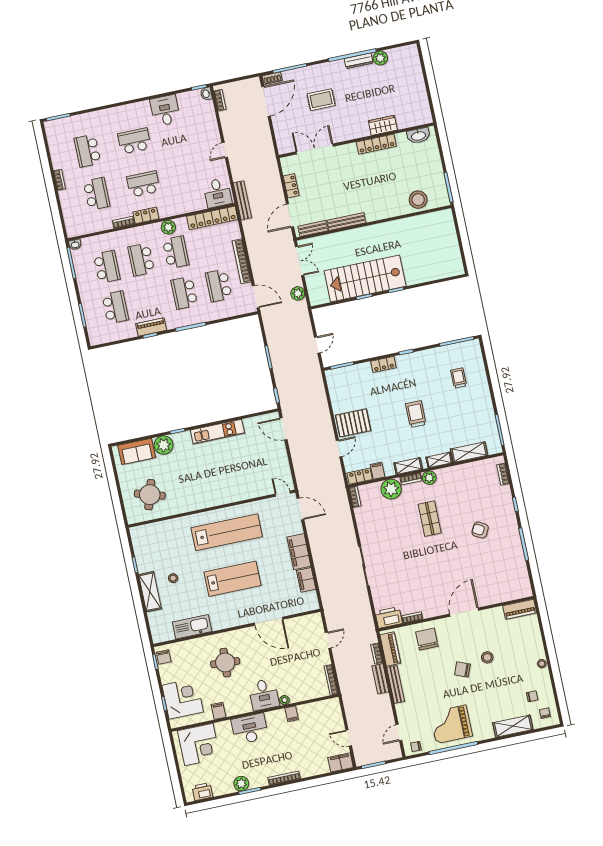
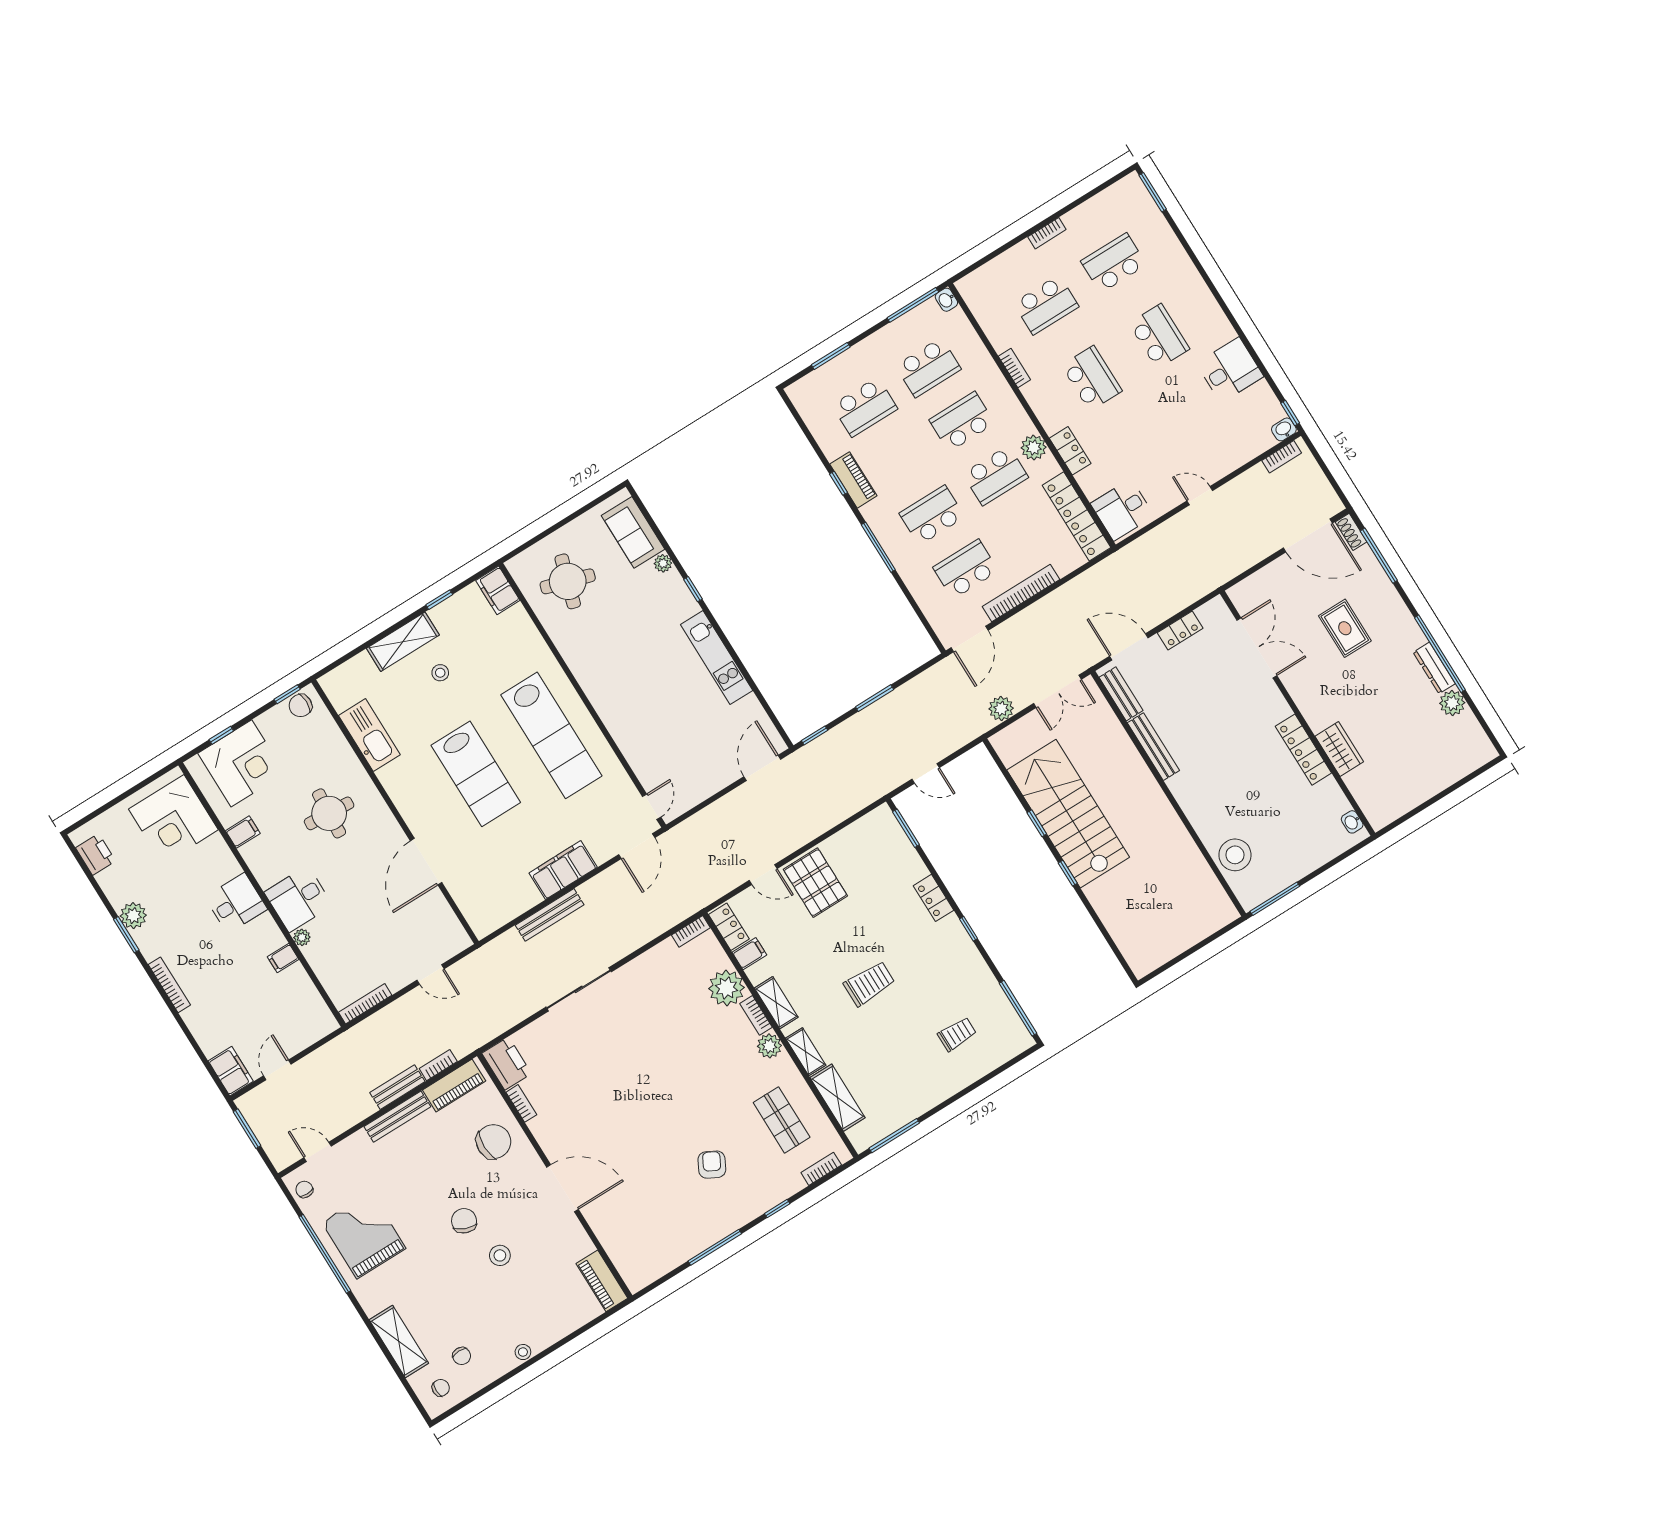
washbasin: (418, 136) -> (1352, 822), width x0.52, depth x0.69
bench: (242, 200) -> (550, 915), moved
locker: (146, 215) -> (1070, 451), moved
plant: (164, 445) -> (663, 563), width x0.53, depth x0.53
shop shelf: (430, 519) -> (782, 1120), moved, turned 90
filing cabinet: (306, 580) -> (498, 590), moved, turned -90
desk: (250, 729) -> (236, 903), width x0.73

